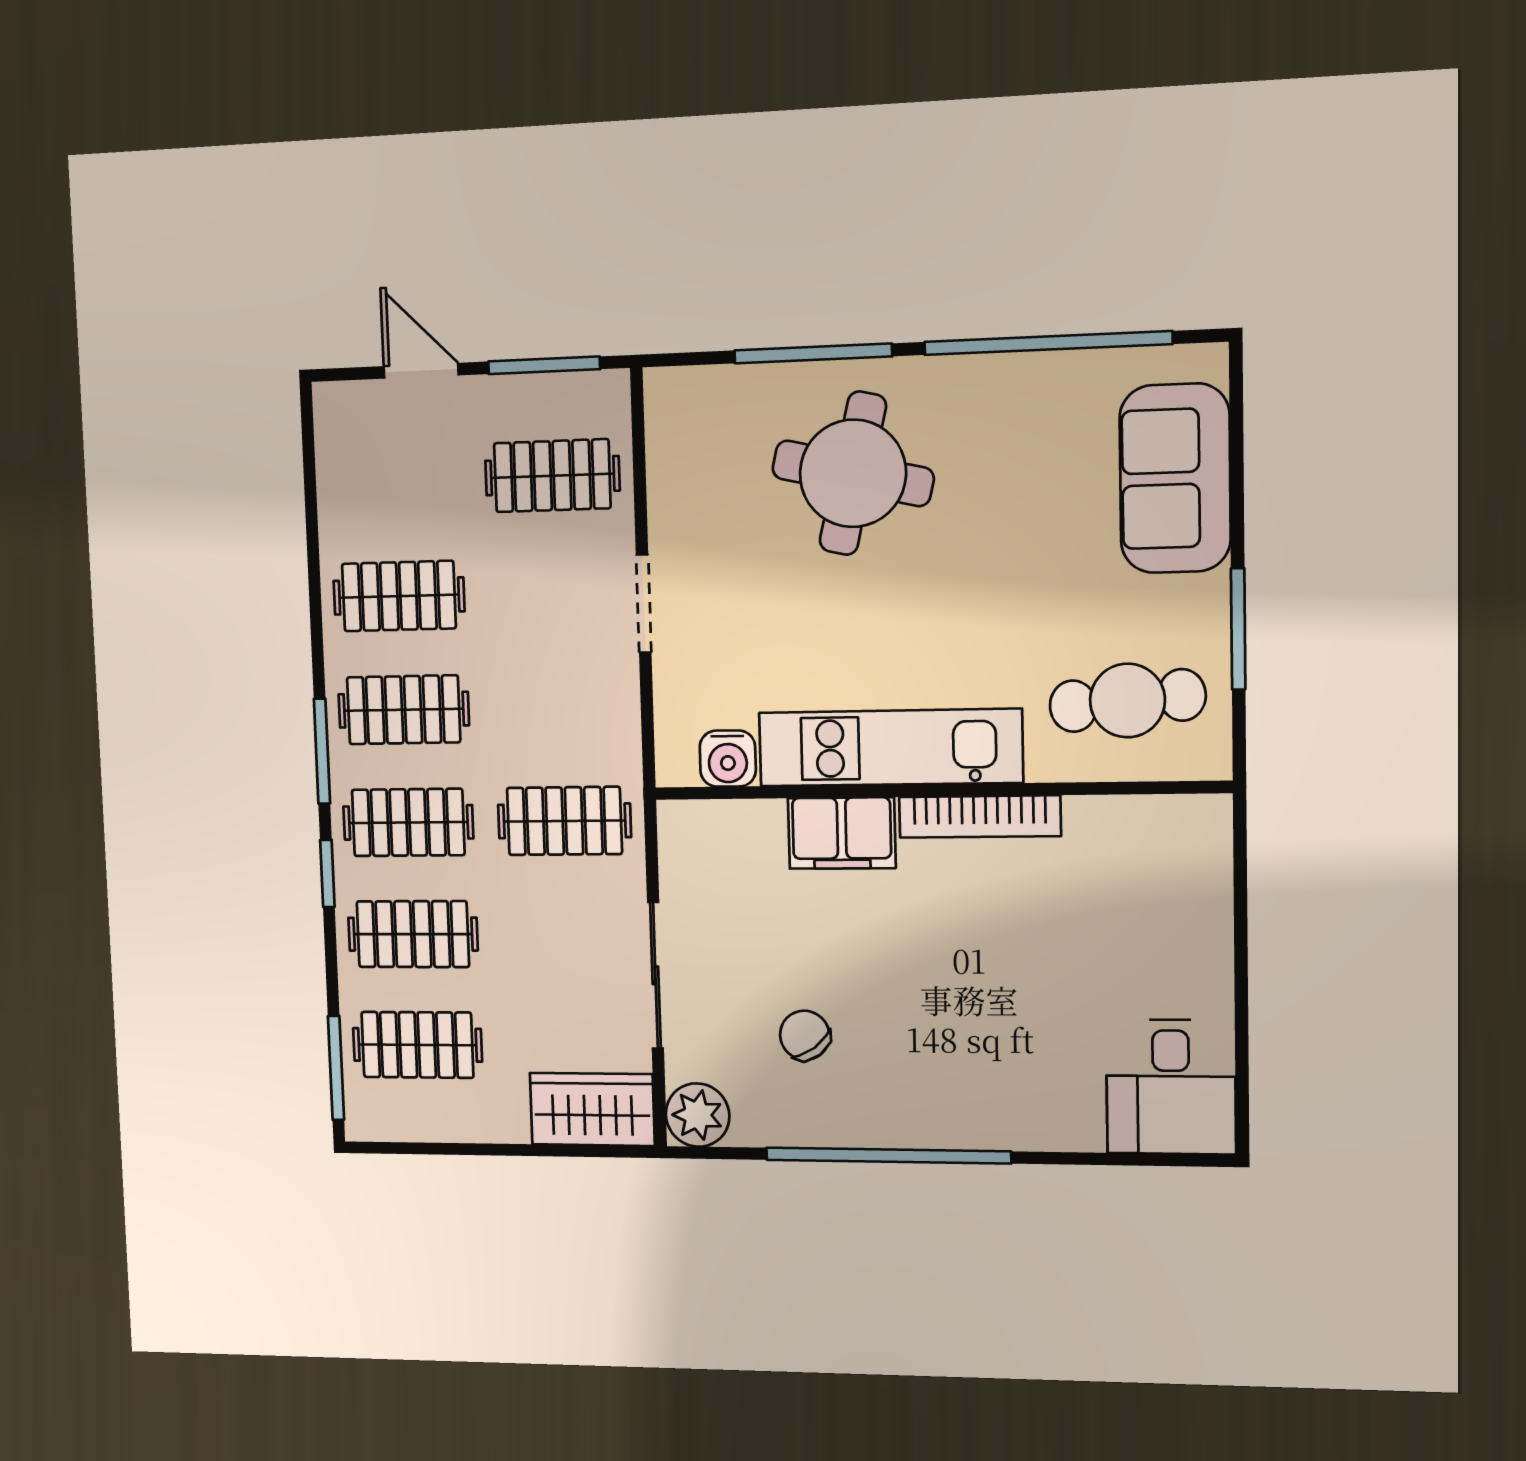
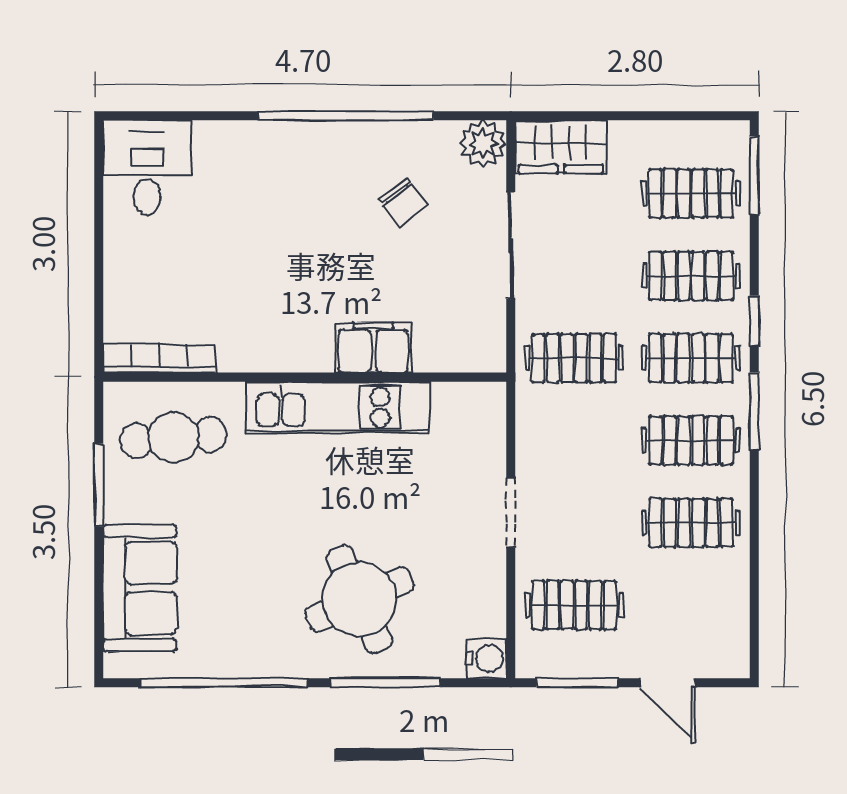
round table: (853, 473) -> (359, 599), turned -37
water cooler: (728, 759) -> (486, 658), moved, turned 90
bookcase: (980, 817) -> (159, 358), moved

